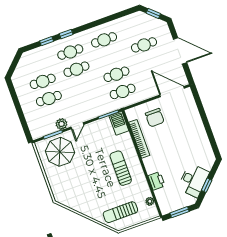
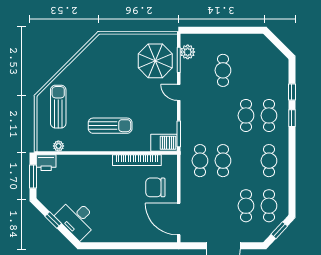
cafe table: (43, 81) -> (269, 206), moved
door: (172, 92) -> (179, 219), swing flipped
plant: (61, 124) -> (188, 52), moved
desk: (193, 180) -> (77, 219), moved
printer: (157, 181) -> (46, 163), moved

